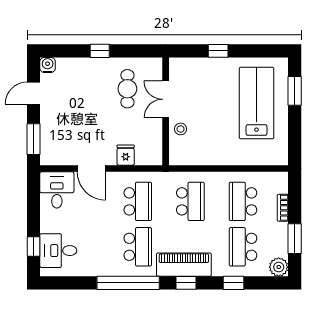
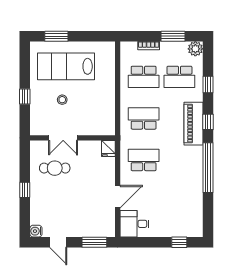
stool: (181, 129) -> (62, 100), moved
fridge: (126, 155) -> (108, 149), moved, turned -90
school desk: (138, 247) -> (179, 160), removed
desk: (58, 251) -> (182, 223), removed

